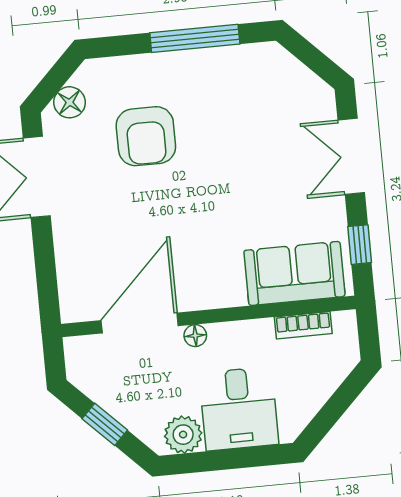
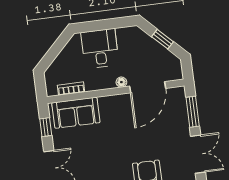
window: (45, 268) -> (193, 112), added
plant: (183, 435) -> (126, 36), removed

